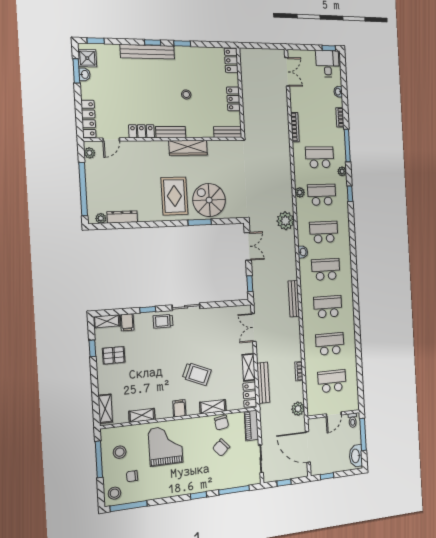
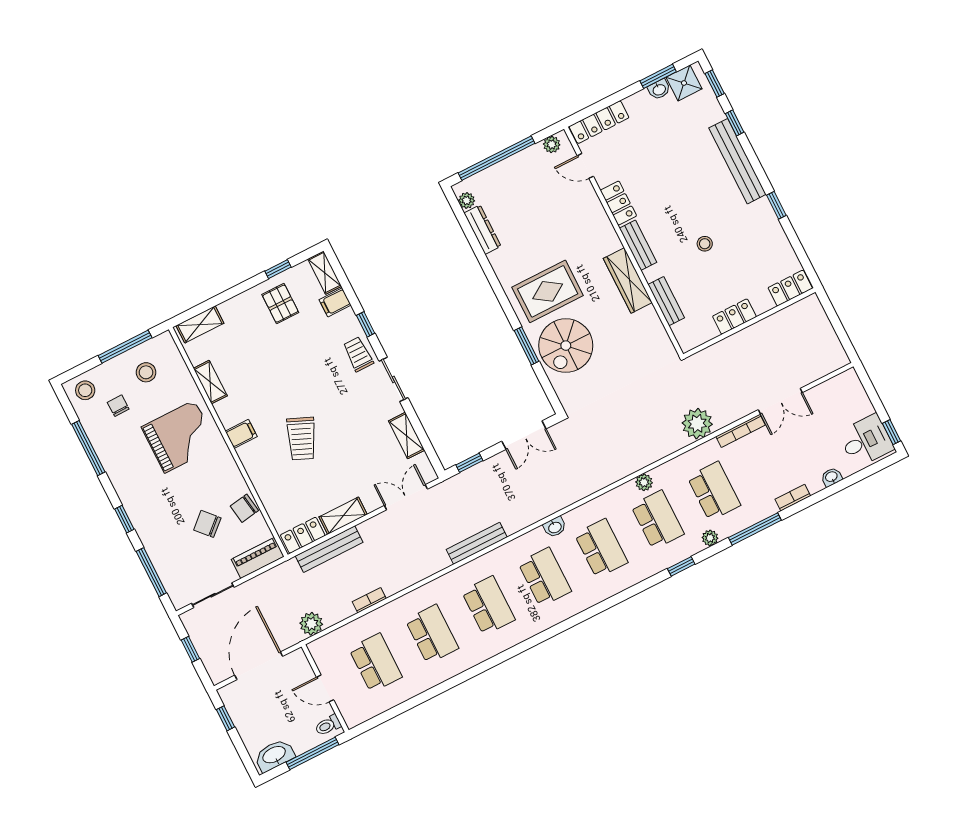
window: (153, 43) -> (735, 123), moved
double door: (287, 72) -> (780, 401), moved
bench: (228, 132) -> (666, 301), moved
spiral stairs: (209, 200) -> (566, 346), turned 180
plant: (285, 221) -> (697, 424), moved
shelving: (213, 407) -> (407, 436), moved
window: (129, 506) -> (88, 448), moved

